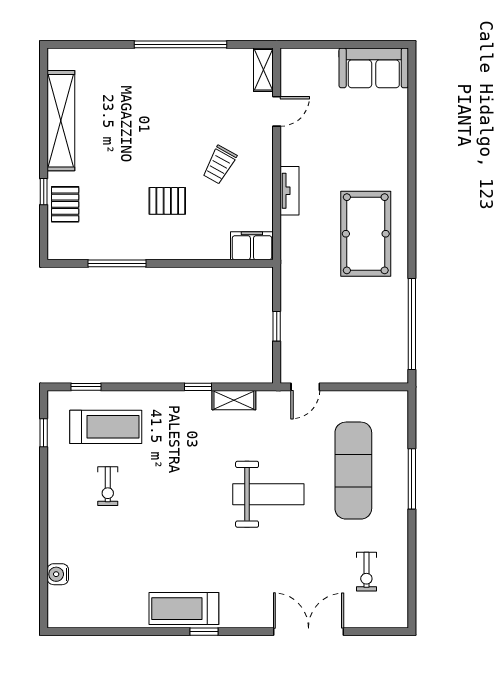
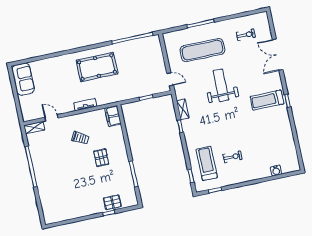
shelving: (61, 121) -> (76, 212), removed
treadmill: (184, 609) -> (267, 100), moved, turned 90

